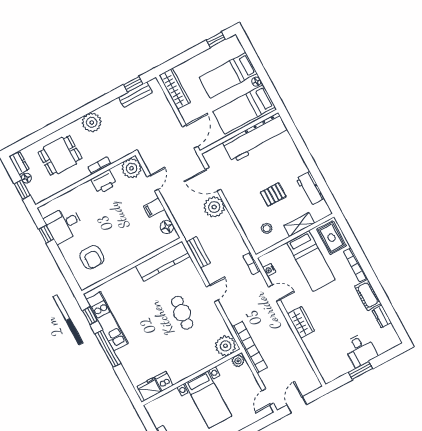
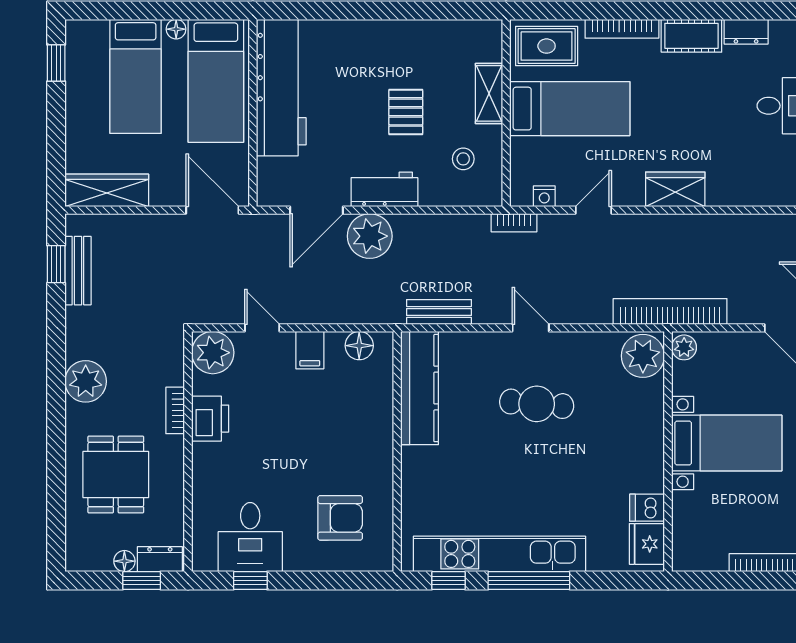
dresser: (19, 163) -> (160, 559), moved
workbench: (310, 189) -> (384, 189), moved, turned 180
kitchen unit: (107, 321) -> (499, 554), width x1.36

